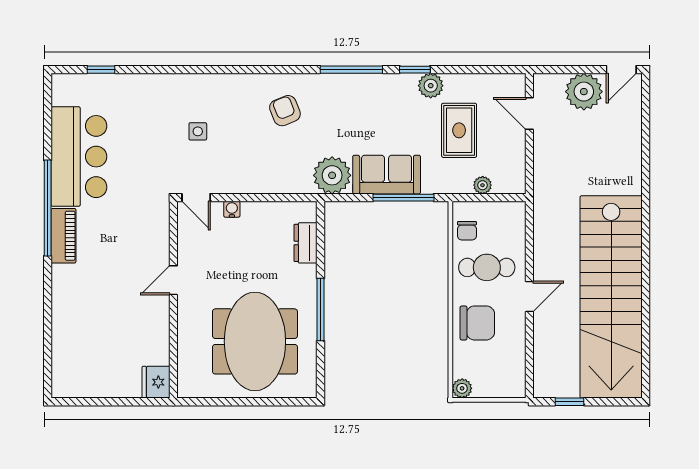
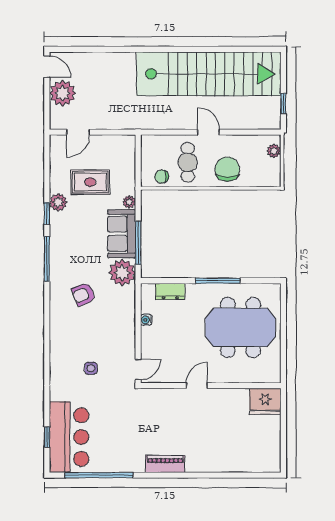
armchair: (285, 111) -> (83, 294), moved
bar counter: (79, 157) -> (69, 437), moved, turned 90
plant: (483, 185) -> (129, 202), moved
window: (403, 198) -> (138, 243), moved
window: (48, 208) -> (99, 475), moved
water cooler: (232, 209) -> (146, 320), moved
chair: (467, 231) -> (162, 176), turned 180
door: (173, 280) -> (197, 386), swing flipped
fridge: (156, 382) -> (265, 401), width x1.36, depth x1.34
plant: (462, 388) -> (274, 151), moved

